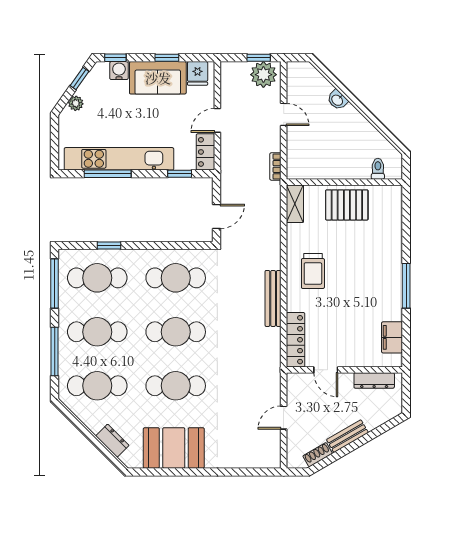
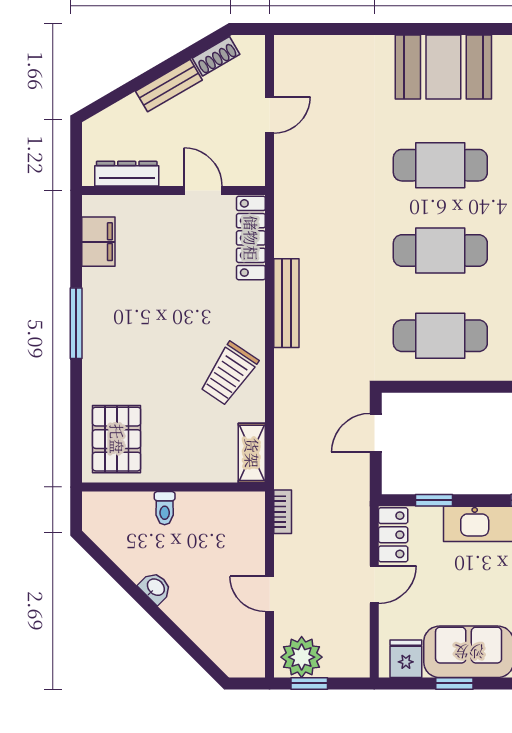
washbasin: (337, 100) -> (155, 588), moved
toilet: (378, 169) -> (165, 508), moved
pallet: (347, 205) -> (117, 439), moved, turned 90
trolley: (313, 271) -> (229, 374), moved, turned -146

